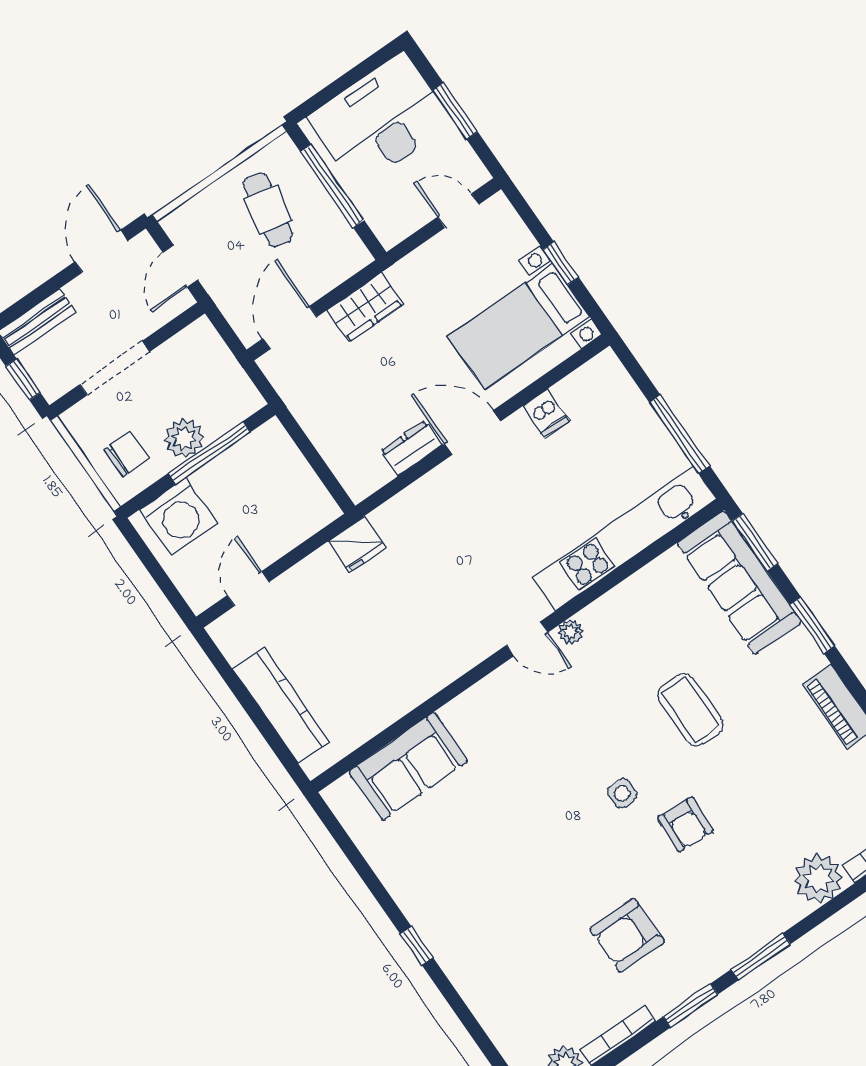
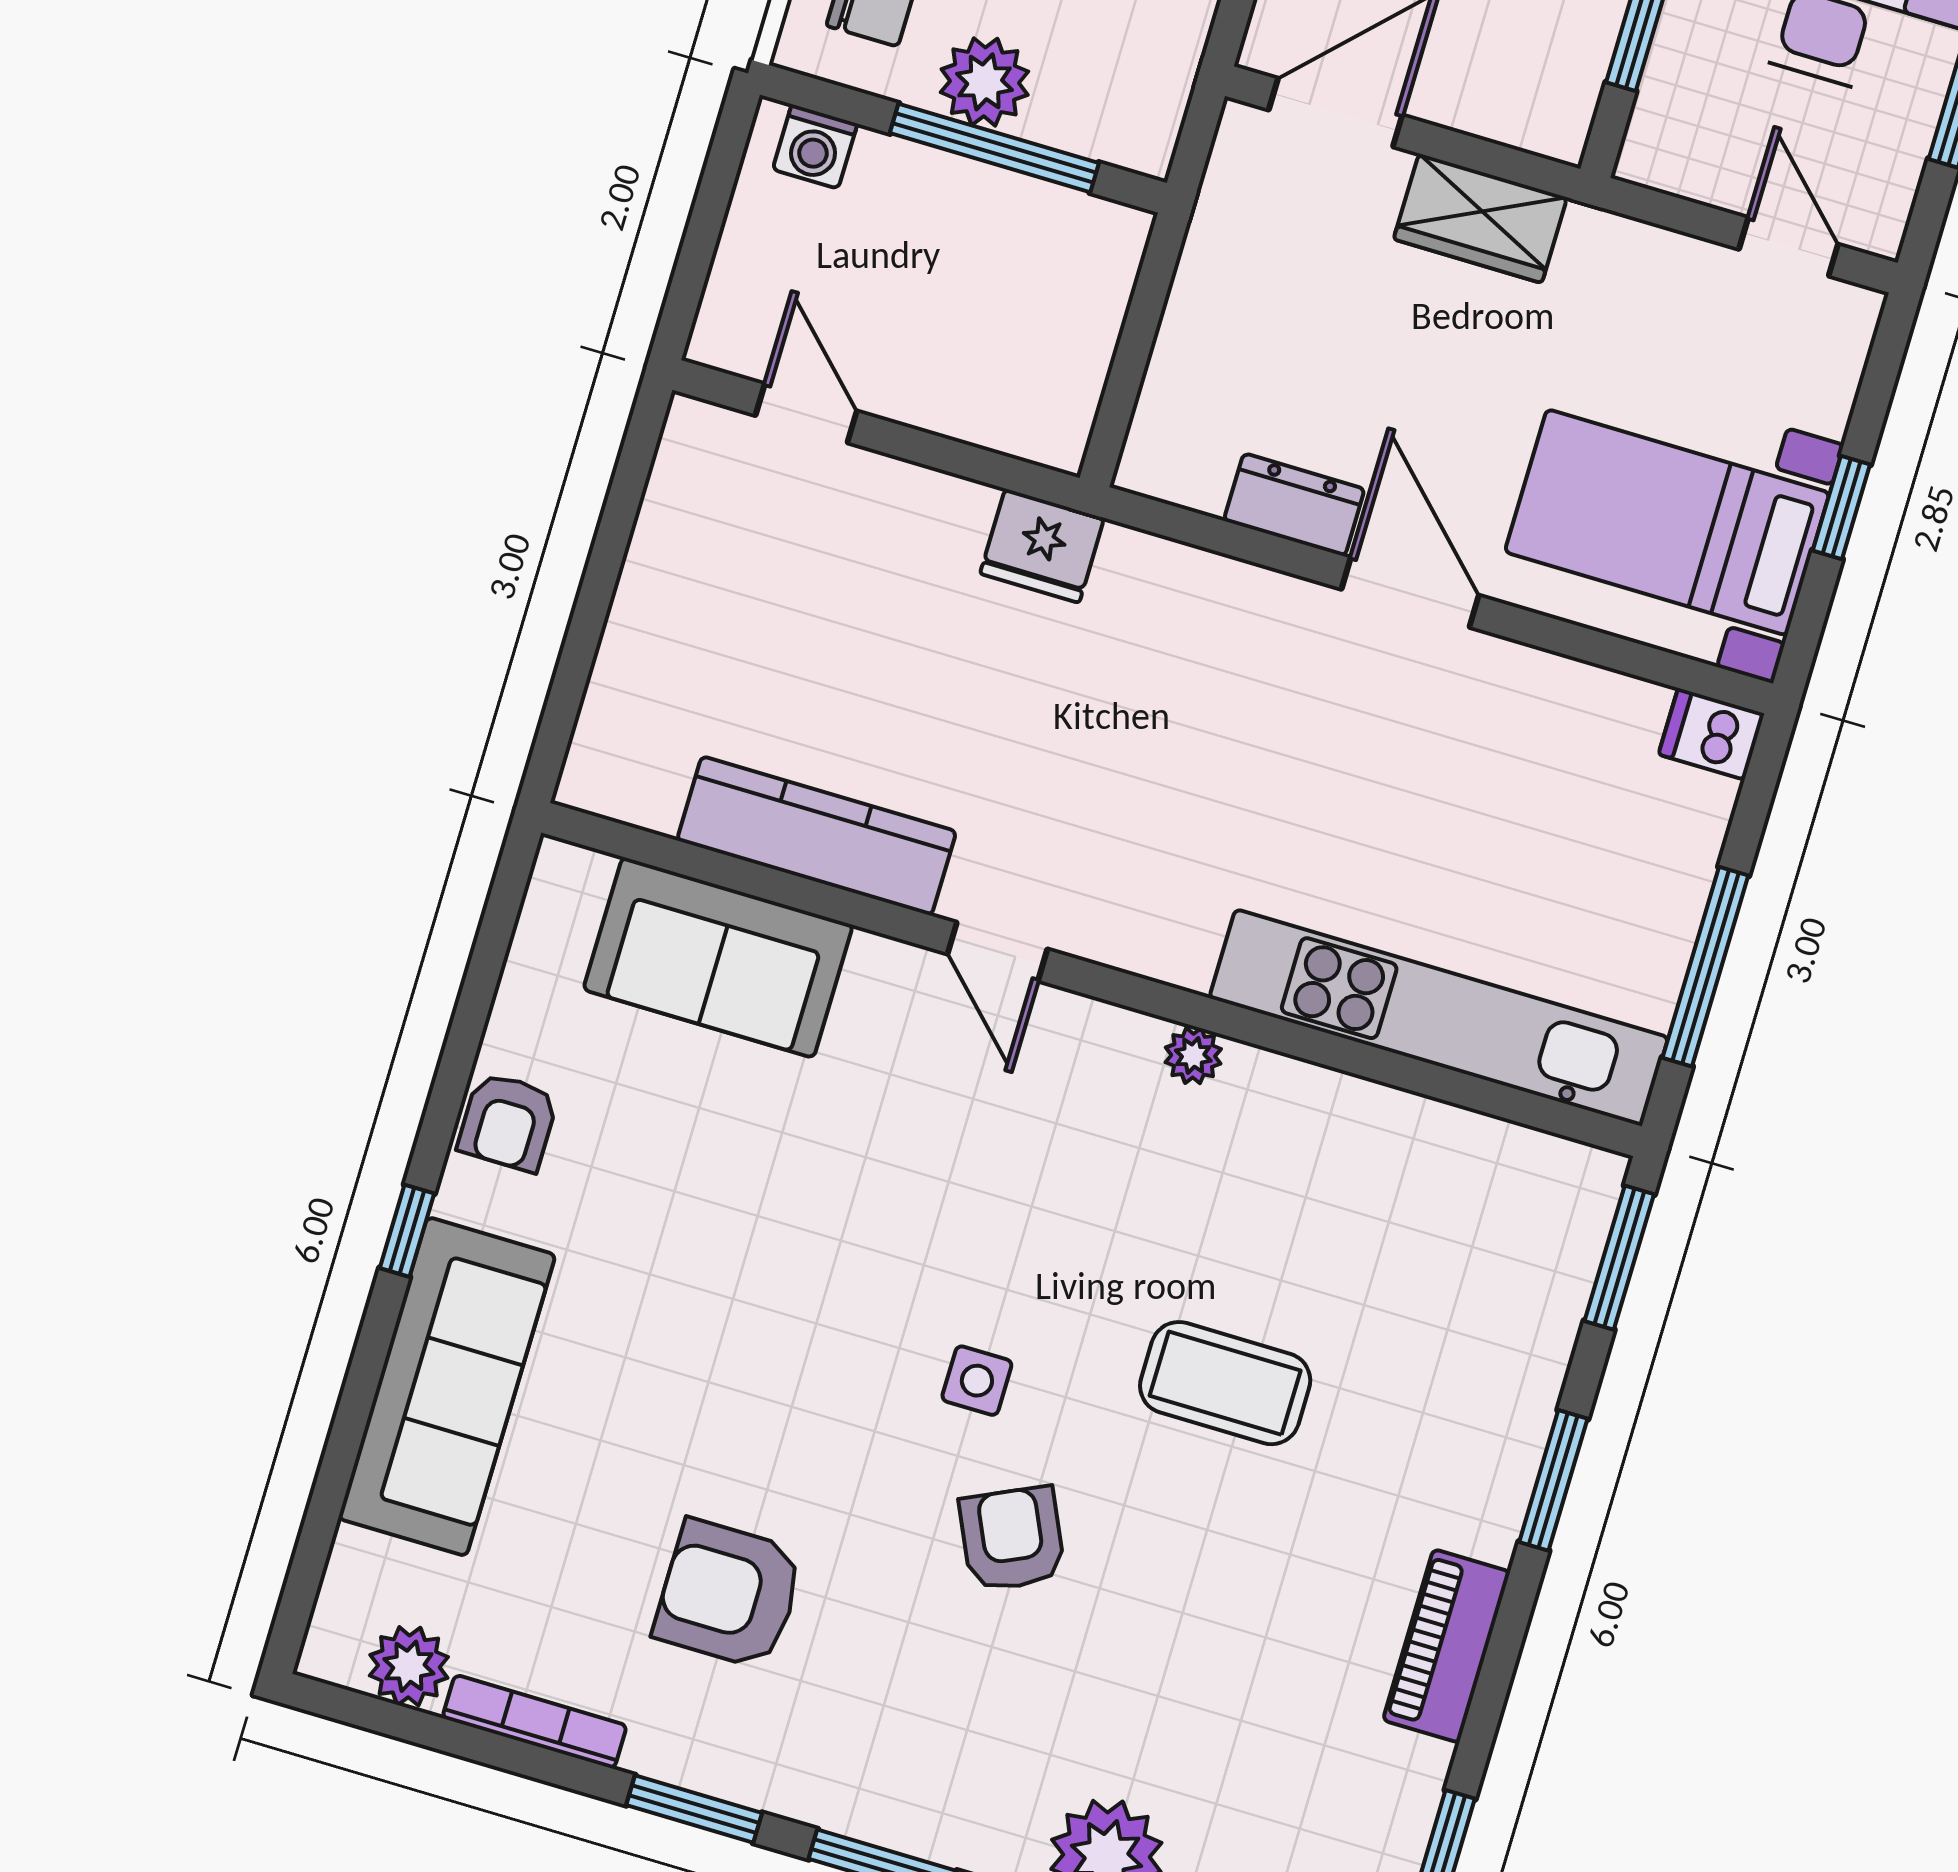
dishwasher: (546, 414) -> (1711, 734), moved, turned 90
washing machine: (178, 517) -> (815, 147), width x0.53, depth x0.53
sofa: (739, 583) -> (447, 1387), moved, turned 180
door: (248, 589) -> (806, 413), hinge flipped
door: (527, 639) -> (997, 952), moved
kitchen counter: (281, 705) -> (817, 836), moved, turned -90
coffee table: (690, 710) -> (1225, 1383), turned 90
armchair: (685, 824) -> (1012, 1539), turned 152
armchair: (407, 882) -> (508, 1122), added

